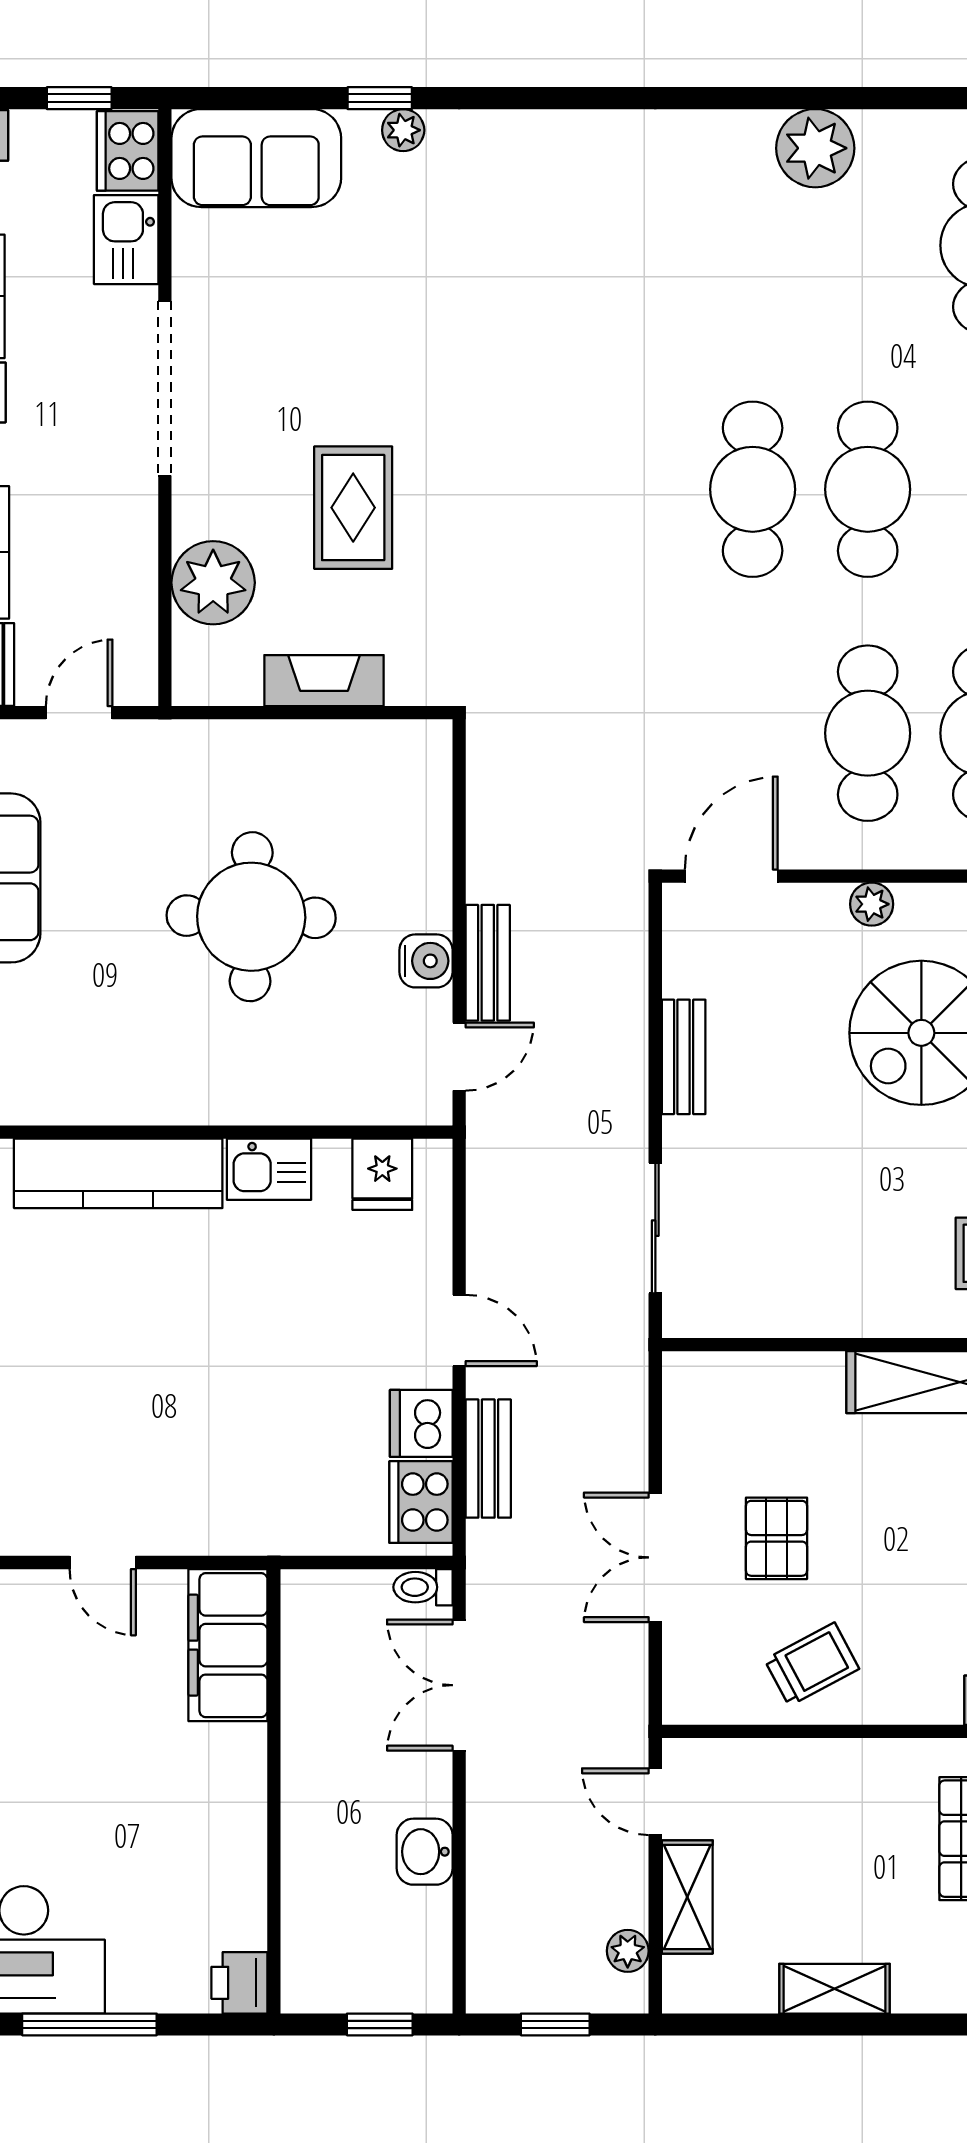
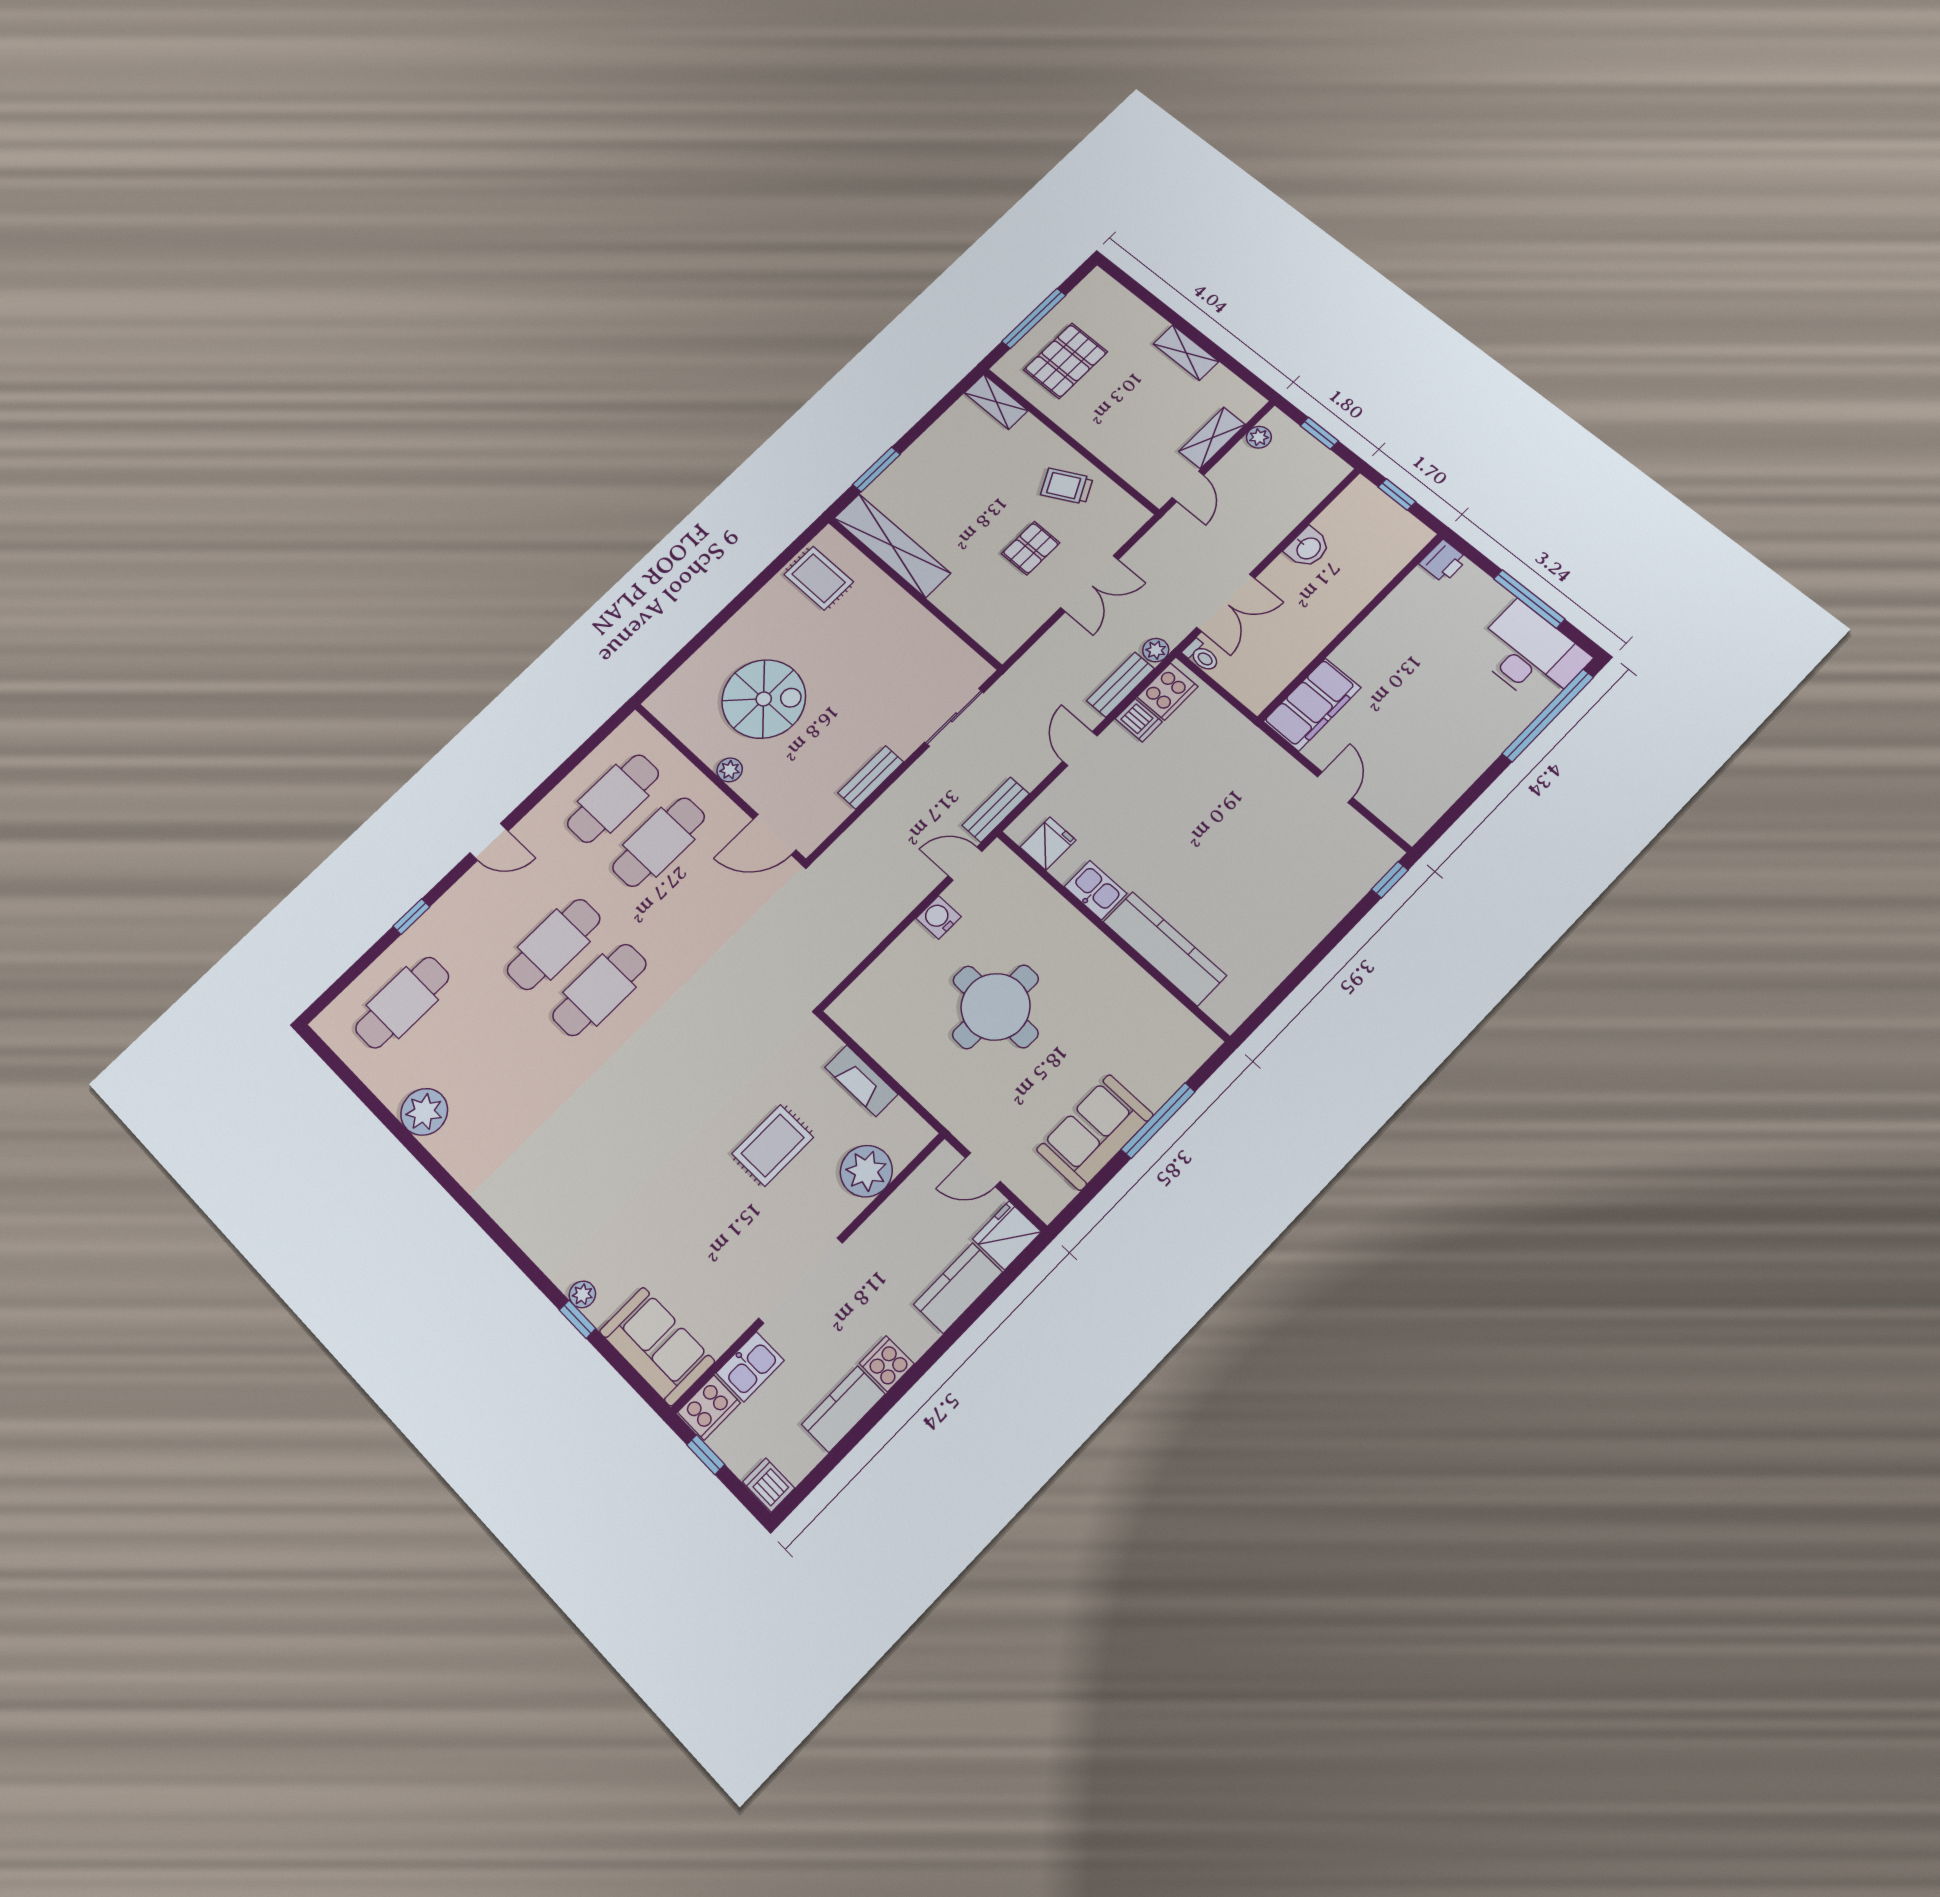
bench: (488, 963) -> (996, 810), moved
dishwasher: (421, 1423) -> (1139, 720), width x0.73
plant: (487, 1544) -> (1156, 650), added

